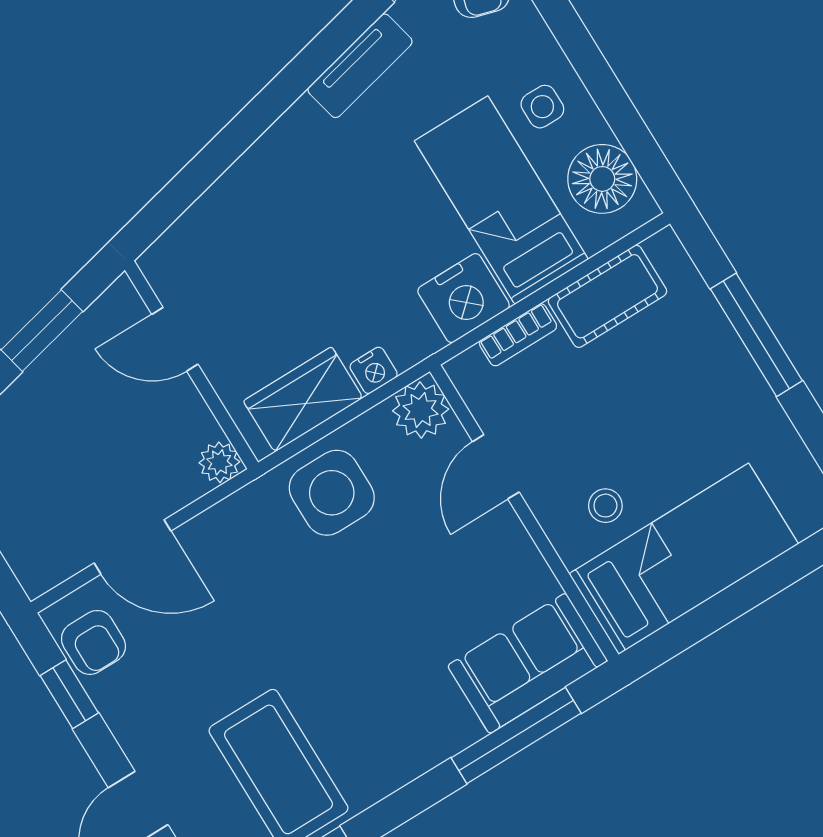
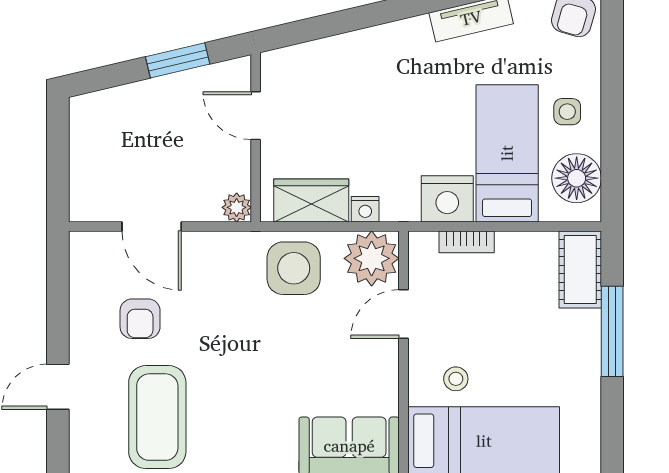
cot: (607, 296) -> (580, 269), moved, turned 90
plant: (421, 410) -> (372, 258), width x1.36, depth x1.36
armchair: (93, 642) -> (140, 319), moved
window: (69, 694) -> (58, 293), removed

